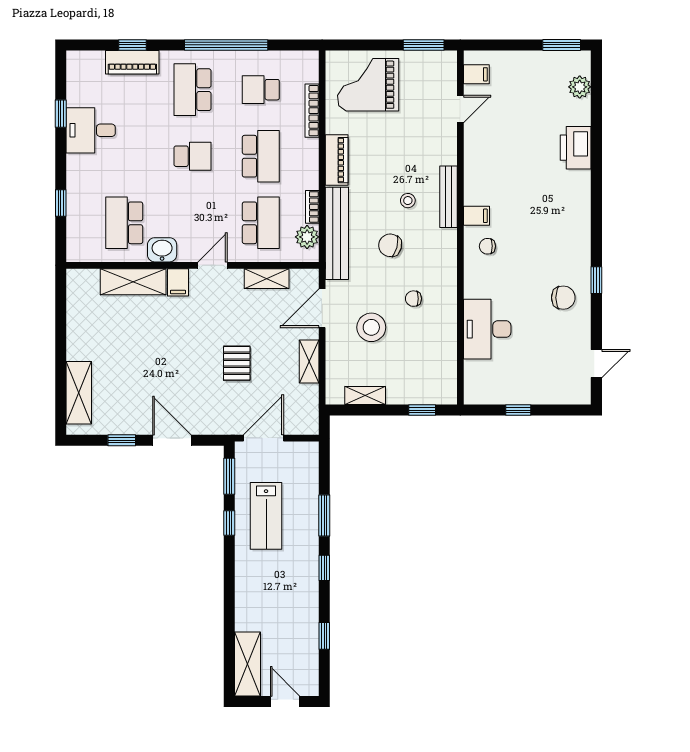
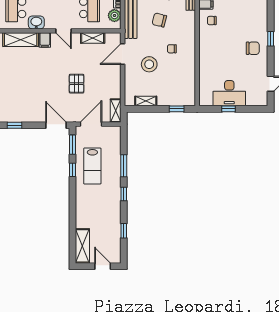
door: (213, 265) -> (63, 31), swing flipped
desk: (487, 329) -> (229, 93), moved, turned -90
shelving: (309, 361) -> (116, 111), moved
door: (172, 440) -> (56, 125), moved

